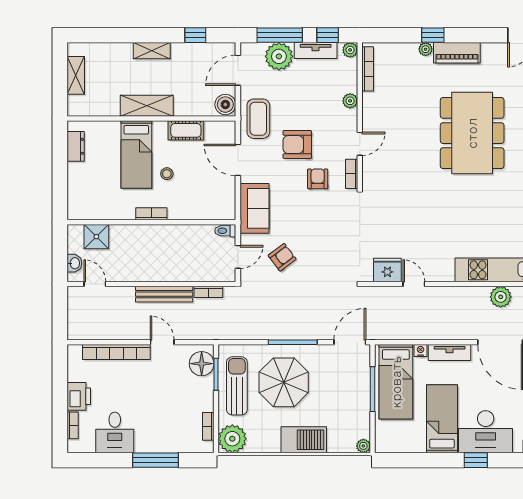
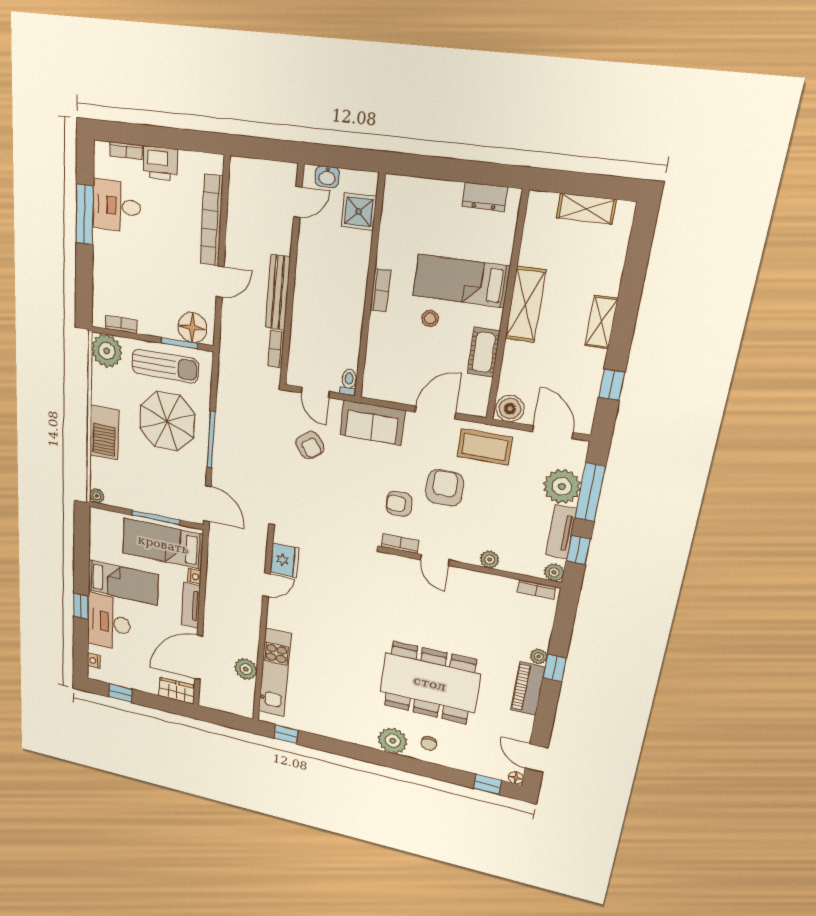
bookcase: (368, 69) -> (536, 590), width x0.64
armchair: (318, 179) -> (399, 504), turned 180
window: (156, 460) -> (85, 215), moved

